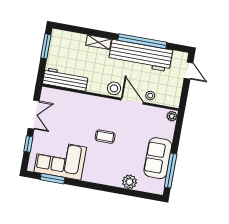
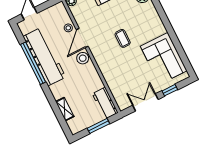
shelving: (98, 42) -> (65, 109), moved
window: (46, 46) -> (98, 126), moved
workbench: (65, 80) -> (105, 103), width x0.73
window: (53, 179) -> (182, 54), removed

